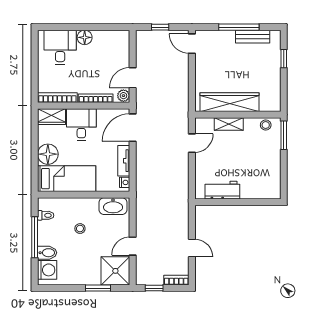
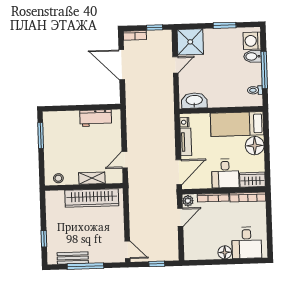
window: (284, 135) -> (41, 135), moved
stool: (80, 229) -> (224, 79), removed
door: (192, 248) -> (122, 65), width x1.87
window: (98, 288) -> (225, 25), moved

